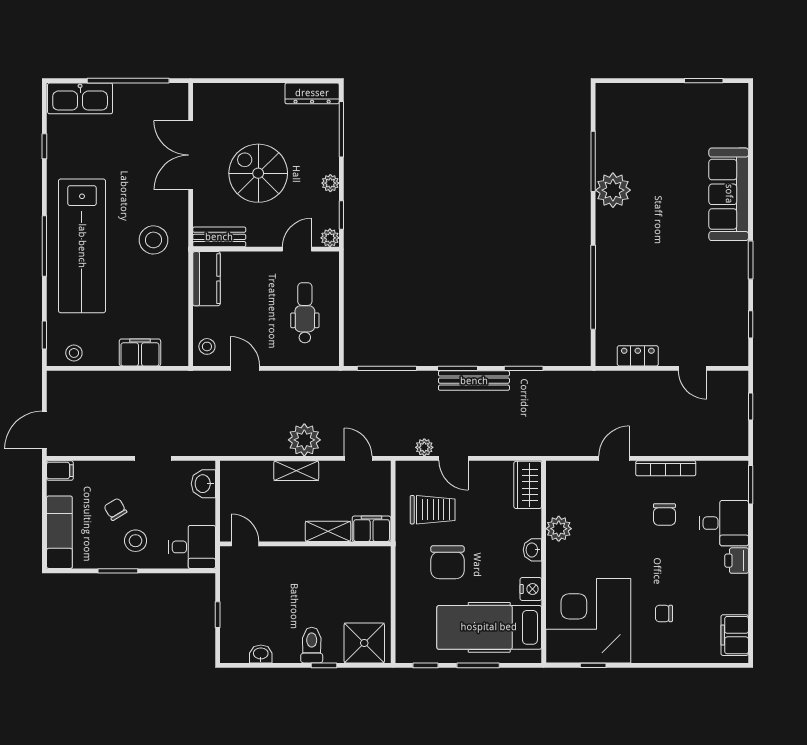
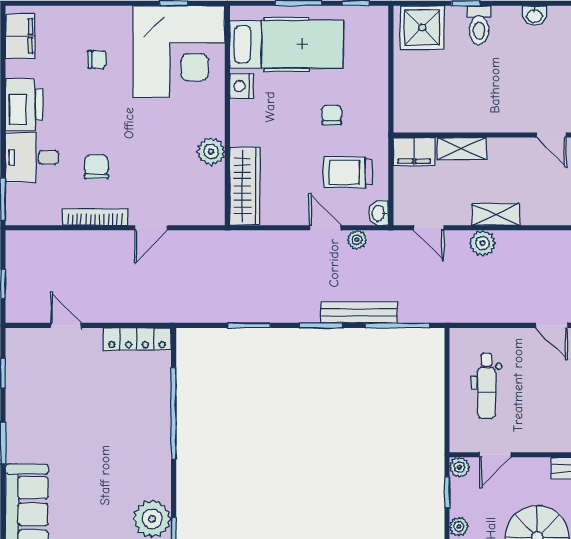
locker: (638, 356) -> (137, 339), width x1.53
bench: (474, 381) -> (359, 312), moved
plant: (304, 440) -> (482, 243), width x0.73, depth x0.73
wardrobe: (528, 485) -> (245, 186), width x1.50
washbasin: (532, 550) -> (379, 213), moved, turned 180
printer: (737, 561) -> (24, 105), width x1.87, depth x1.48
chair: (447, 562) -> (332, 115), width x0.54, depth x0.54

